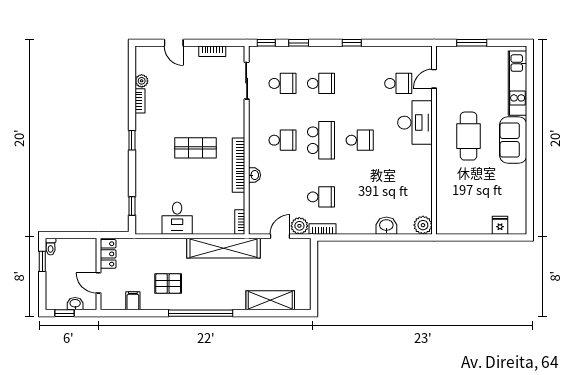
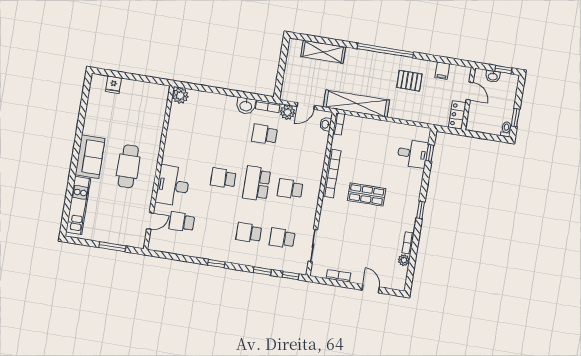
washbasin: (254, 175) -> (326, 124), moved
desk: (177, 218) -> (413, 154), moved, turned 90
washbasin: (386, 226) -> (246, 106), moved

